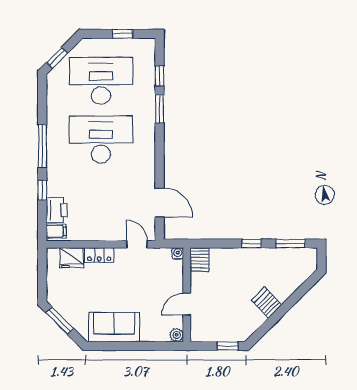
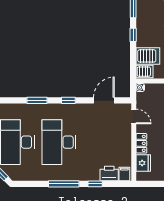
window: (160, 76) -> (68, 100), moved
door: (137, 244) -> (134, 116), swing flipped
server rack: (222, 264) -> (148, 56), added

